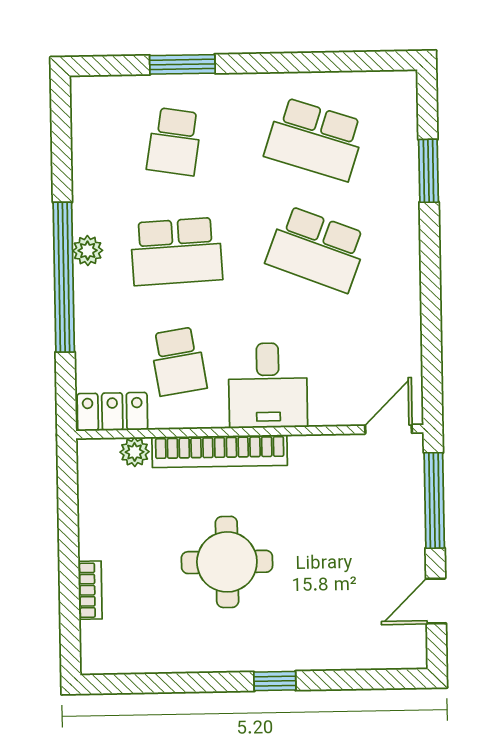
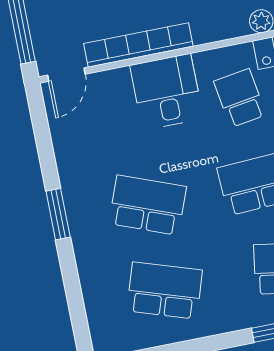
window: (428, 171) -> (58, 214), moved
bookcase: (220, 451) -> (138, 45), moved

